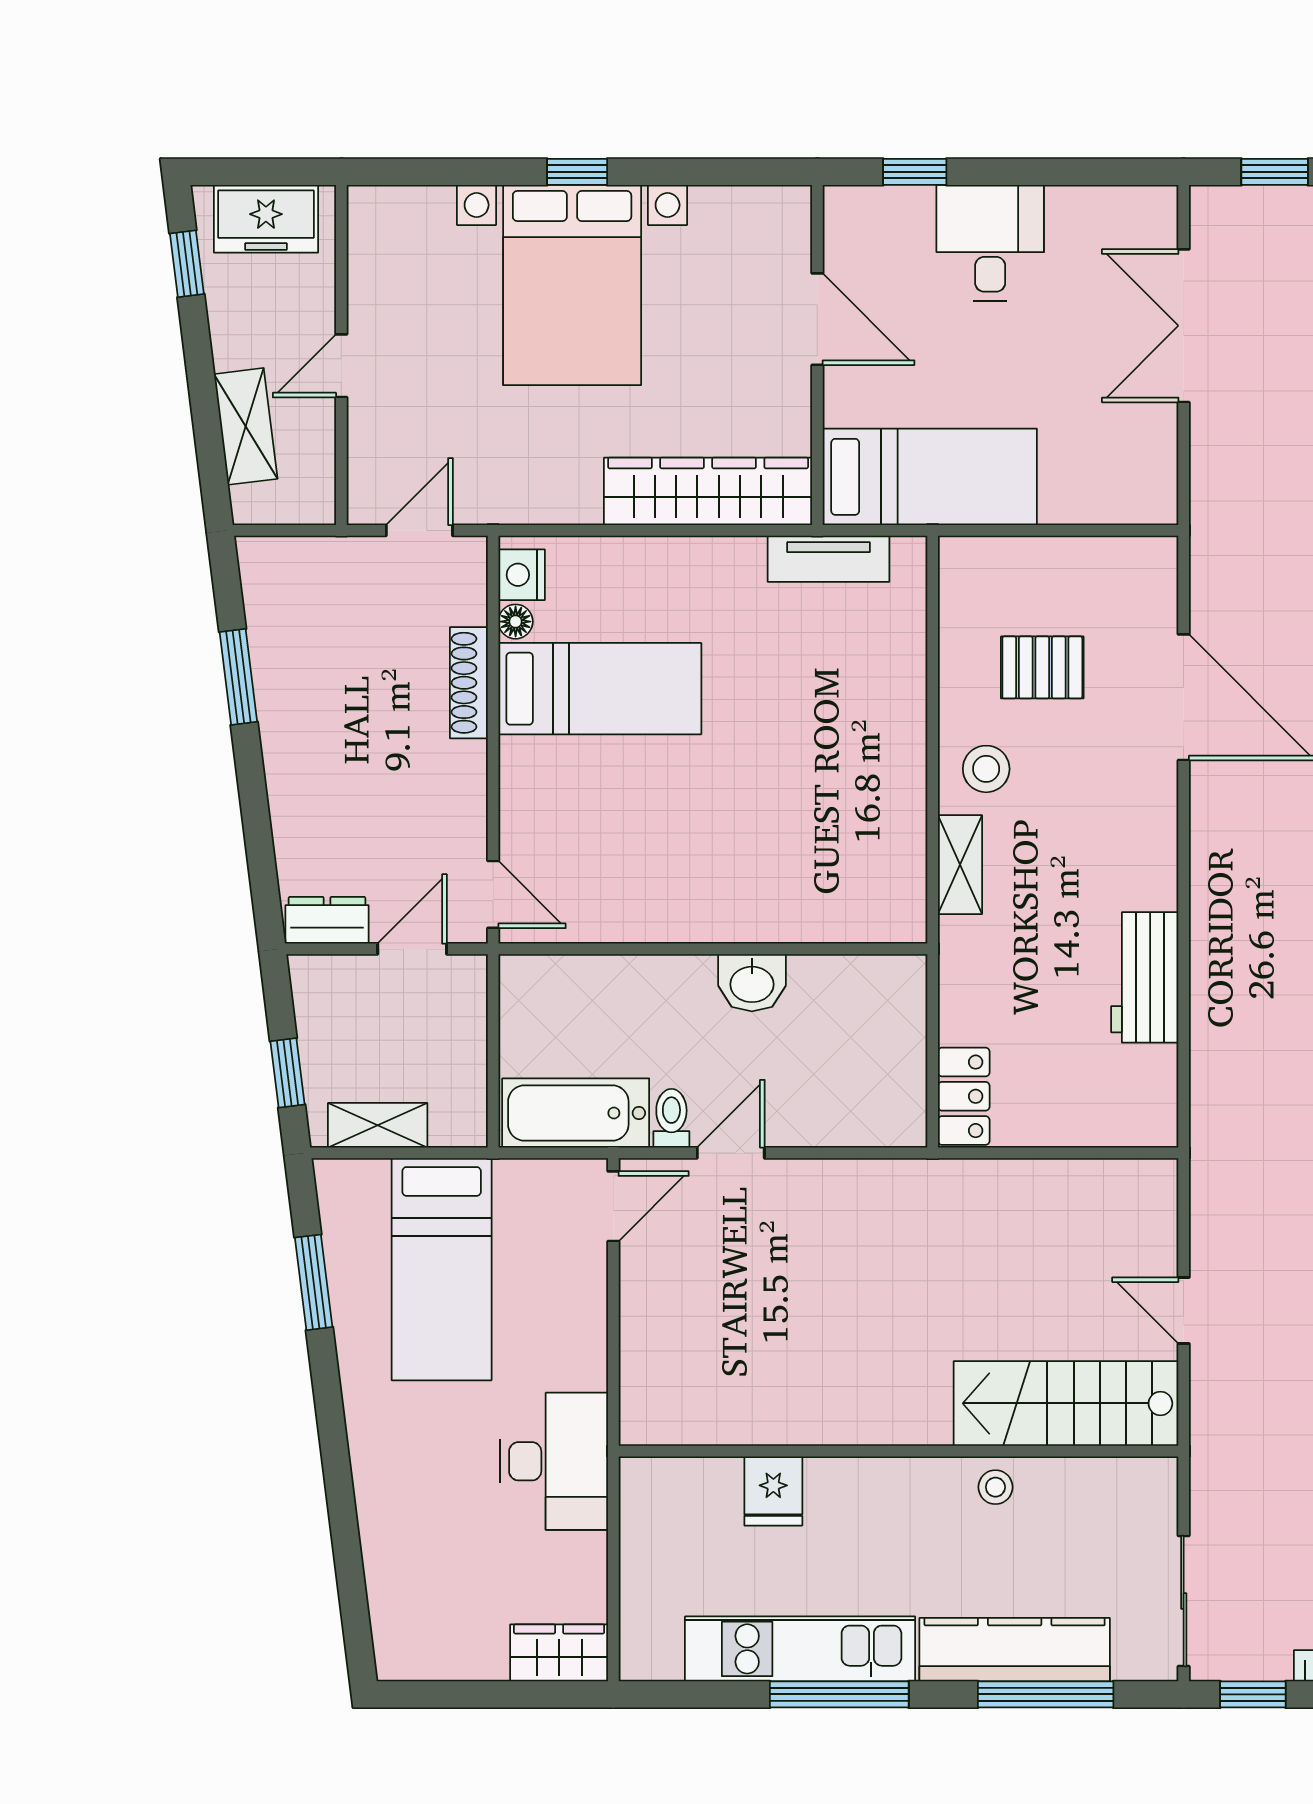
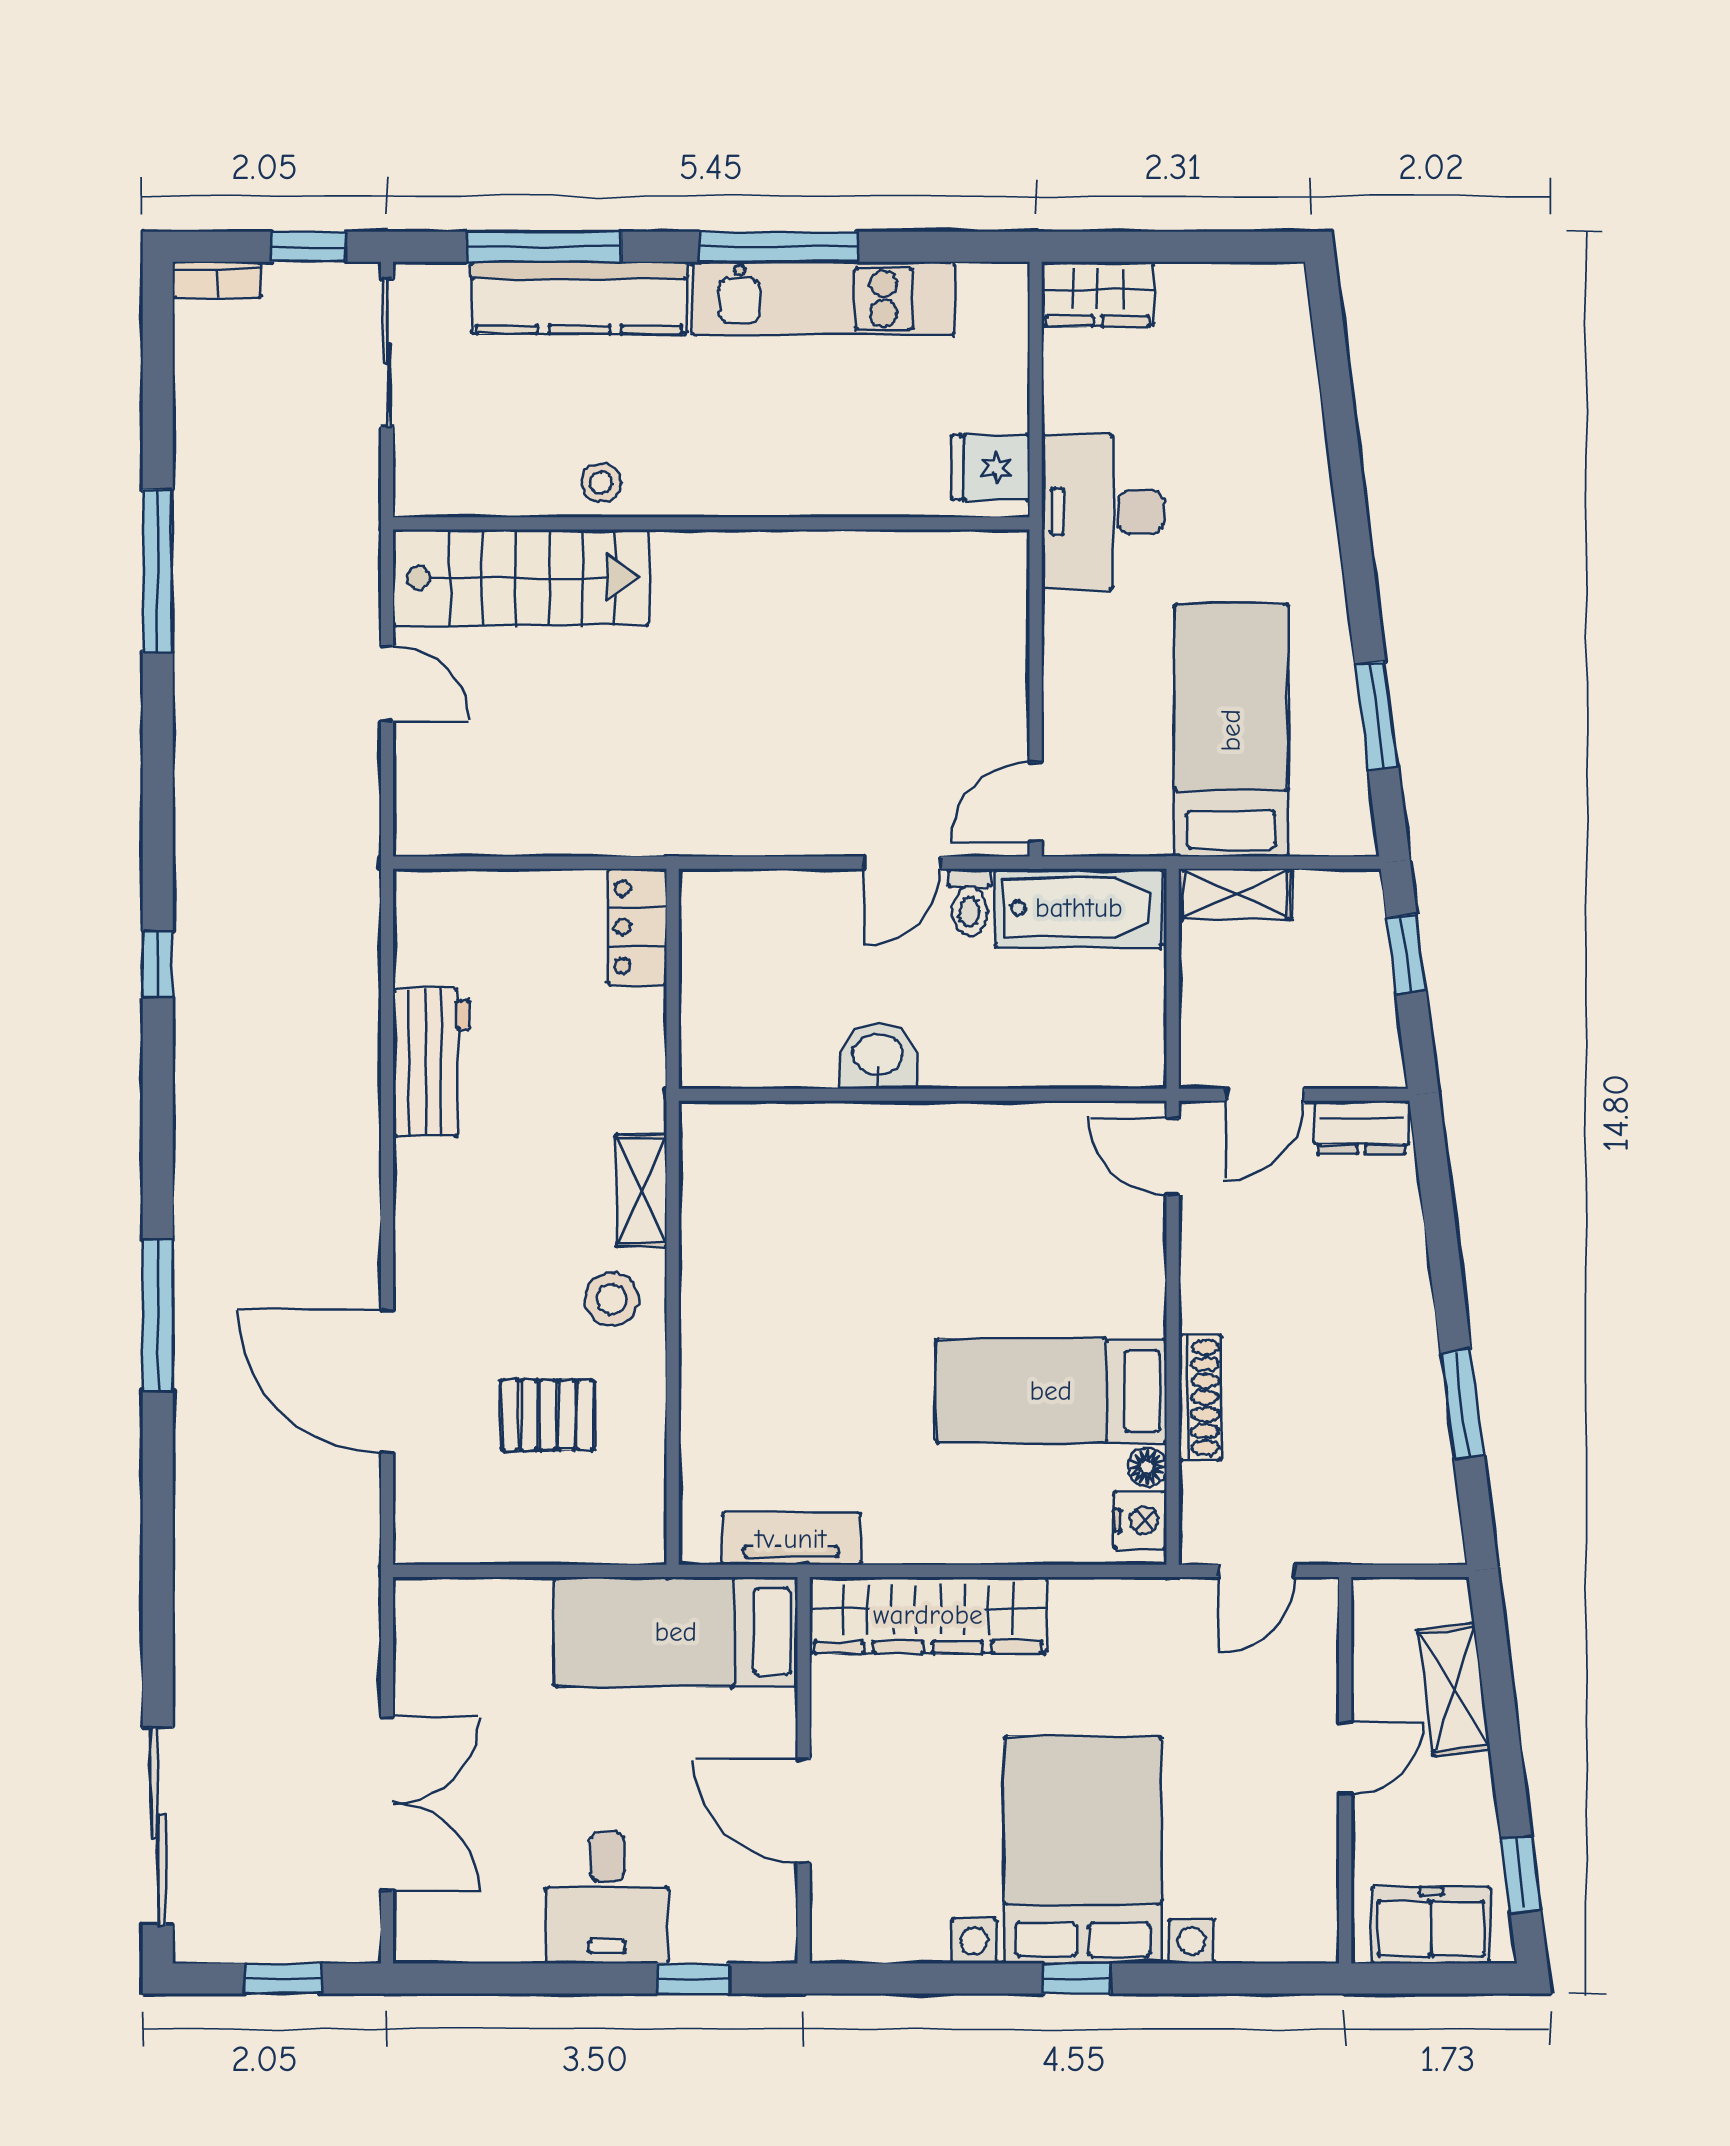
shelving: (378, 1125) -> (1235, 894), moved
fridge: (773, 1491) -> (990, 467), moved, turned -90

